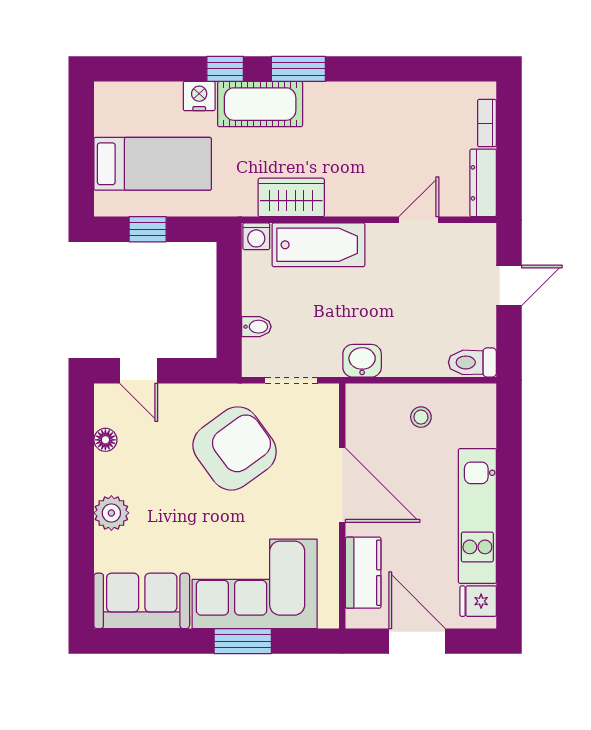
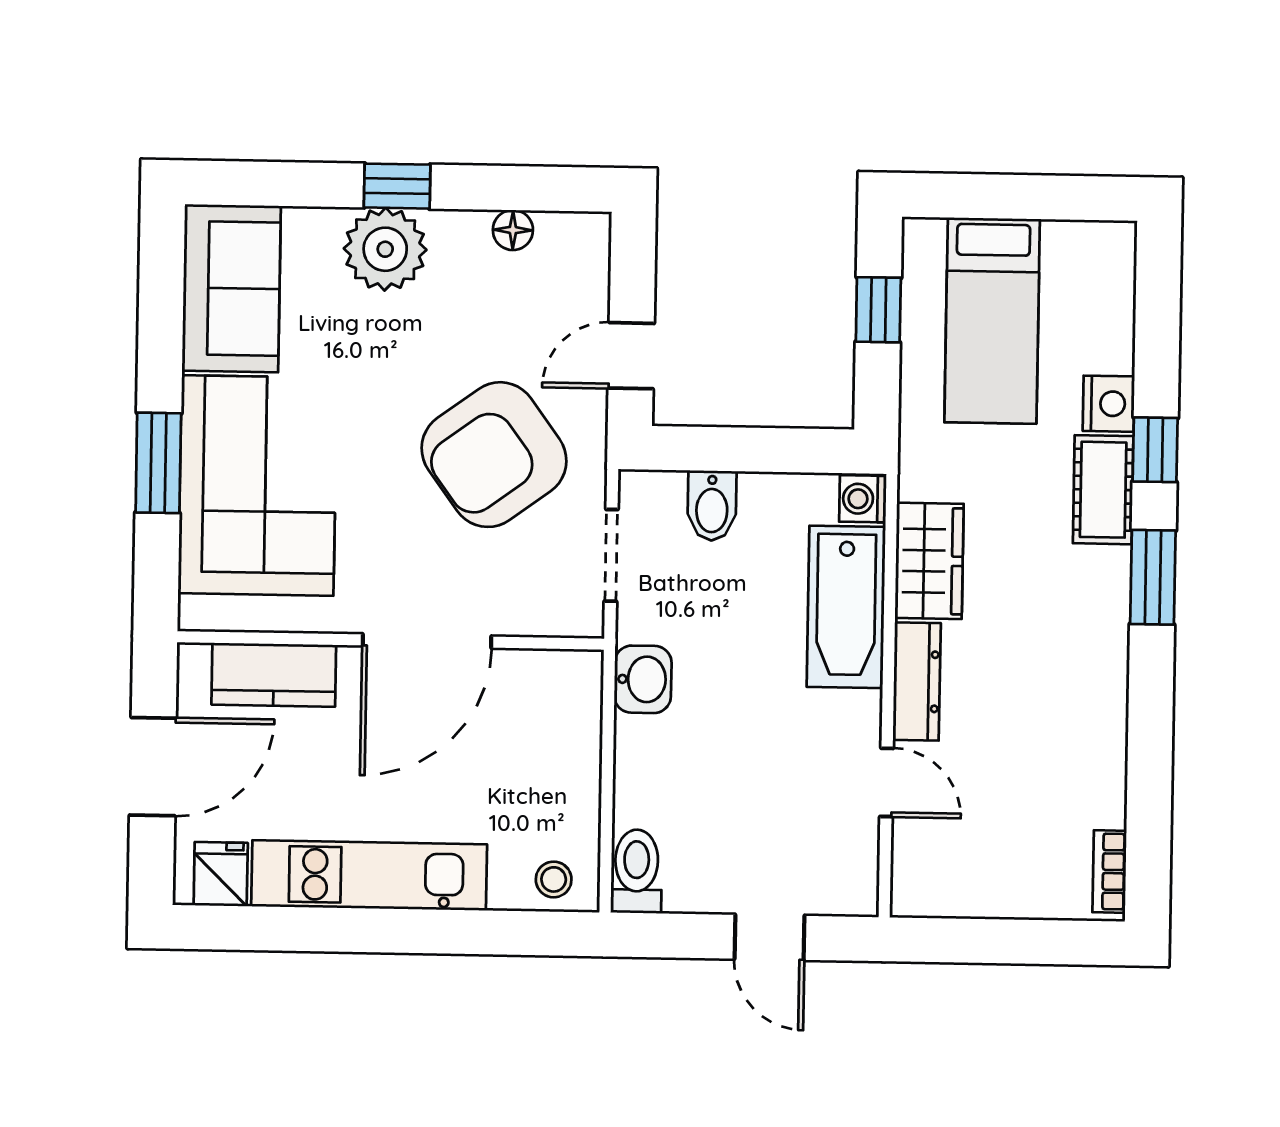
cot: (260, 104) -> (1103, 490), width x0.73, depth x0.75
bookcase: (487, 123) -> (1109, 871), moved, turned -90
dresser: (483, 183) -> (917, 681), moved, turned 90
bidet: (256, 327) -> (712, 506), width x1.38, depth x1.36
door: (139, 371) -> (631, 356), moved
stool: (421, 417) -> (554, 879), moved
armchair: (235, 448) -> (494, 455), turned 90
window: (81, 507) -> (397, 186), added
plant: (111, 513) -> (385, 249), width x1.36, depth x1.36

